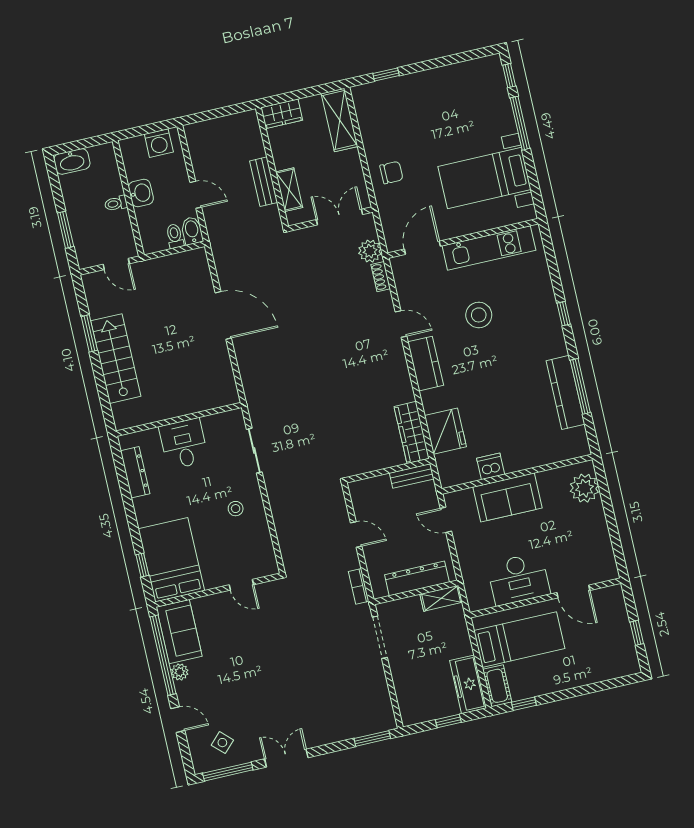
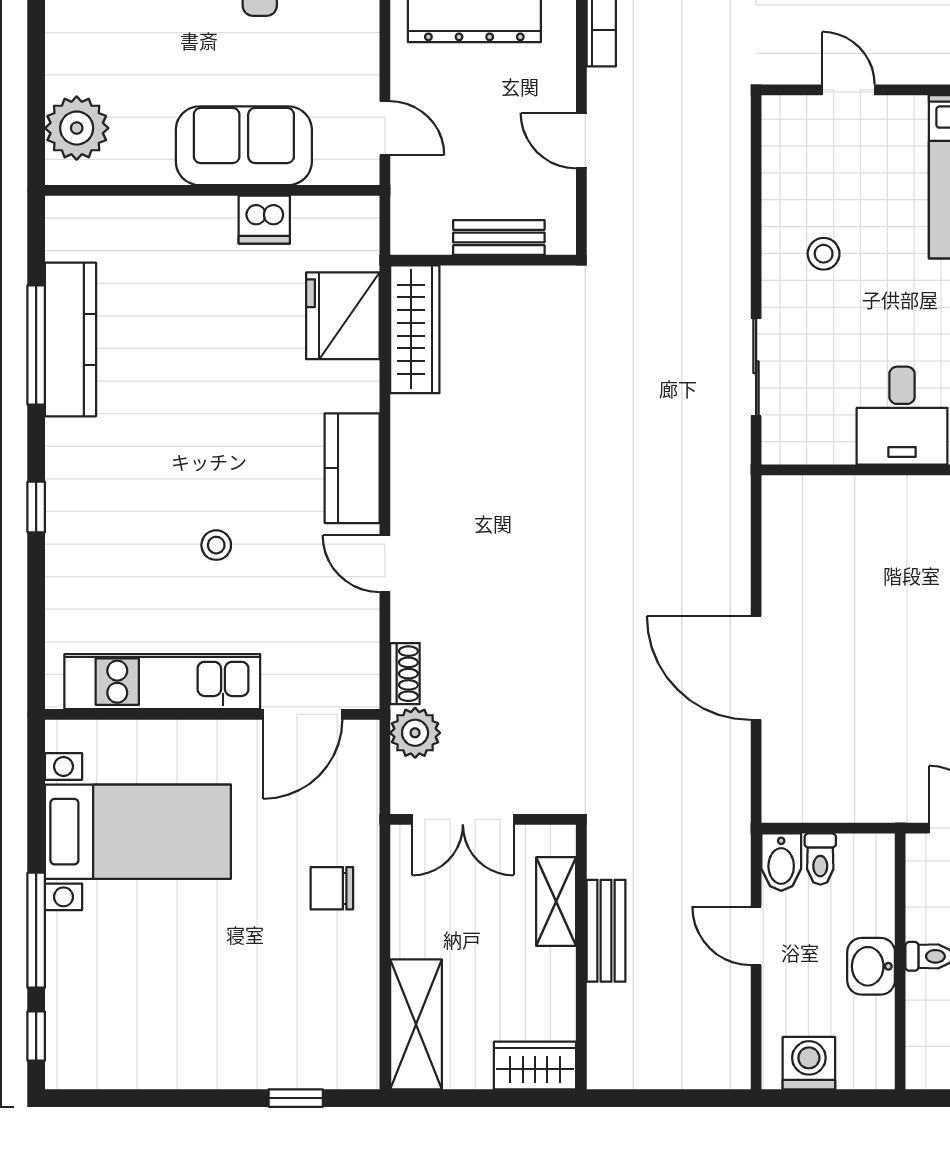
stool: (479, 315) -> (216, 545), width x0.53, depth x0.53
bench: (412, 476) -> (499, 237), moved

